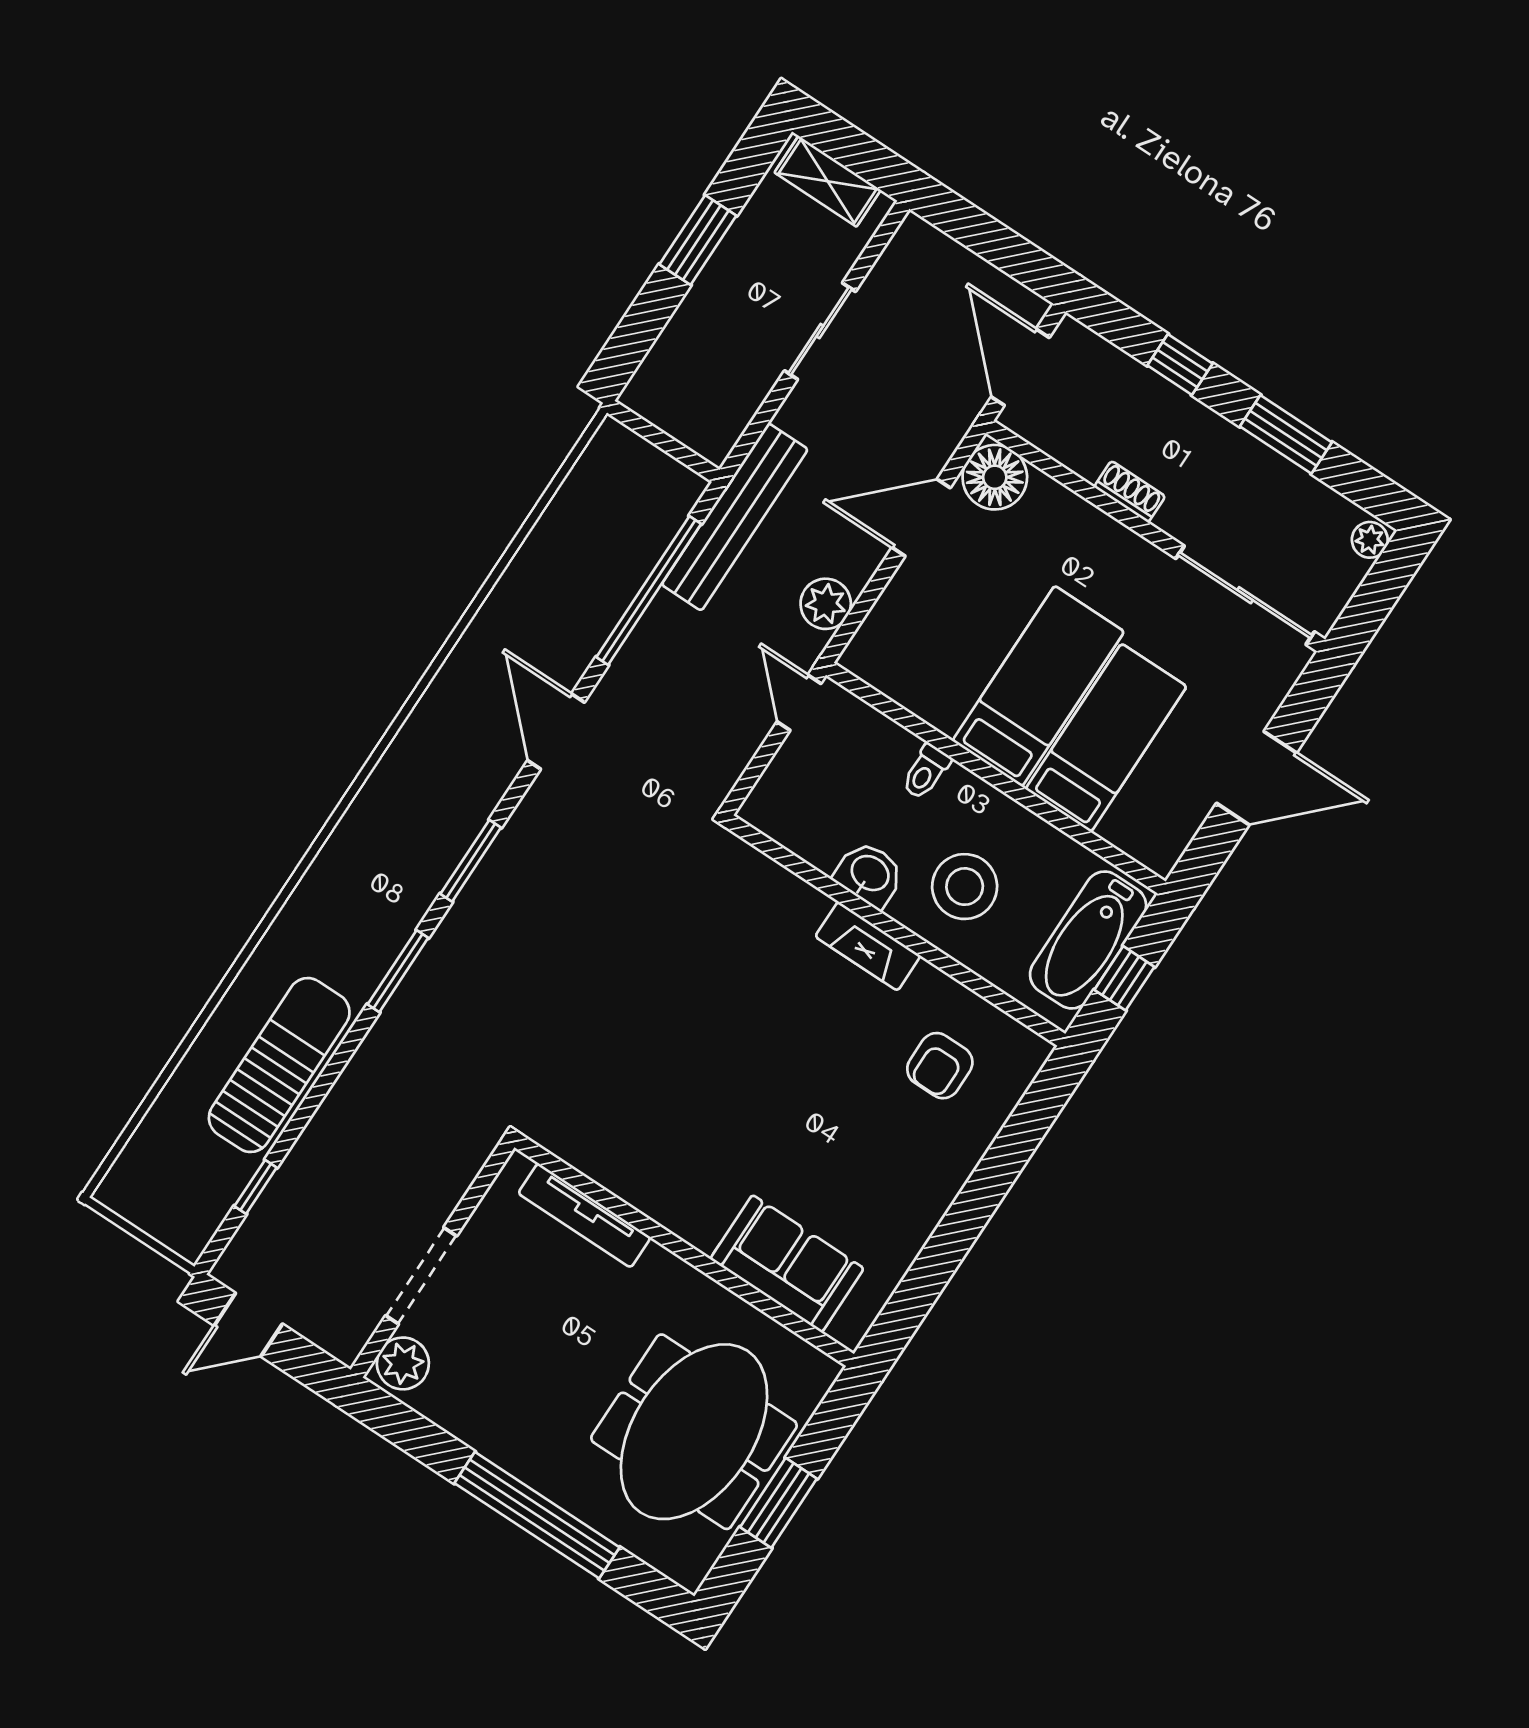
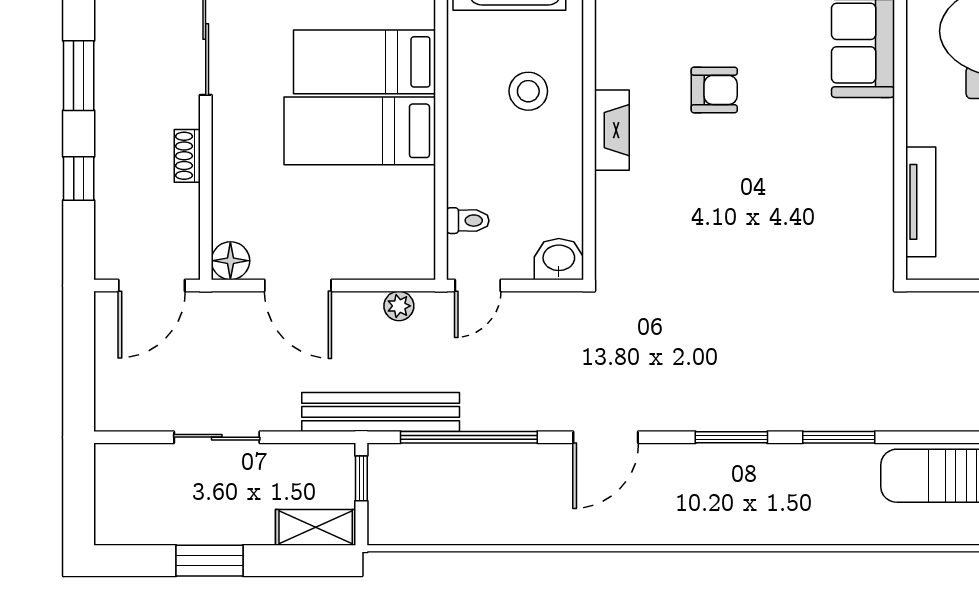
shelving: (828, 181) -> (316, 527), moved, turned 90
window: (680, 452) -> (361, 478), added
floor lamp: (995, 477) -> (230, 261), width x0.73, depth x0.73
plant: (826, 604) -> (399, 306), width x0.73, depth x0.73
toilet: (926, 772) -> (468, 221), moved
washbasin: (869, 874) -> (559, 259), moved, turned 90
stool: (965, 887) -> (528, 91), width x0.73, depth x0.73
armchair: (940, 1066) -> (714, 90), moved

